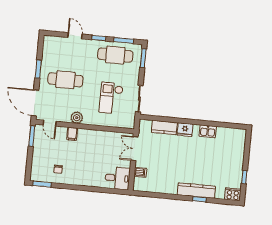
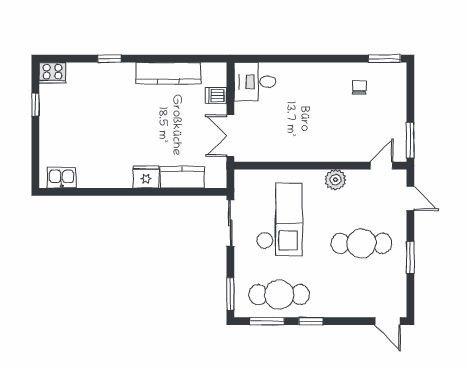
door: (75, 36) -> (387, 321), moved
checkout: (111, 98) -> (279, 219), width x1.36, depth x1.21
door: (35, 103) -> (410, 198), width x0.53
door: (50, 123) -> (381, 166), hinge flipped
kitchen sink: (208, 131) -> (62, 178), moved
filing cabinet: (72, 134) -> (341, 151), removed
double door: (134, 149) -> (230, 136), swing flipped
kitchen counter: (196, 191) -> (168, 73), moved

